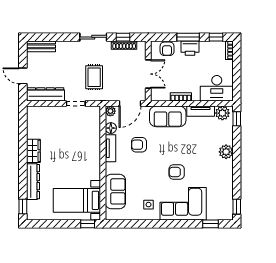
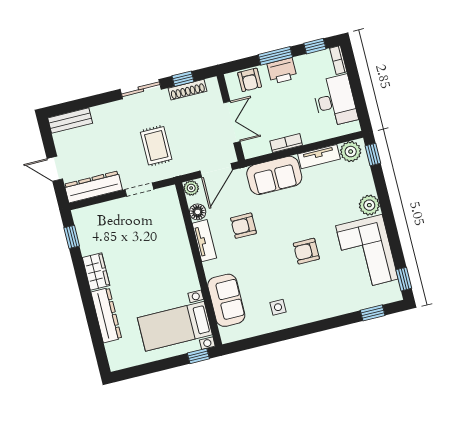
desk: (217, 88) -> (335, 101), moved, turned -90
corner sofa: (183, 204) -> (367, 252), moved, turned -90
window: (23, 206) -> (72, 237), moved

